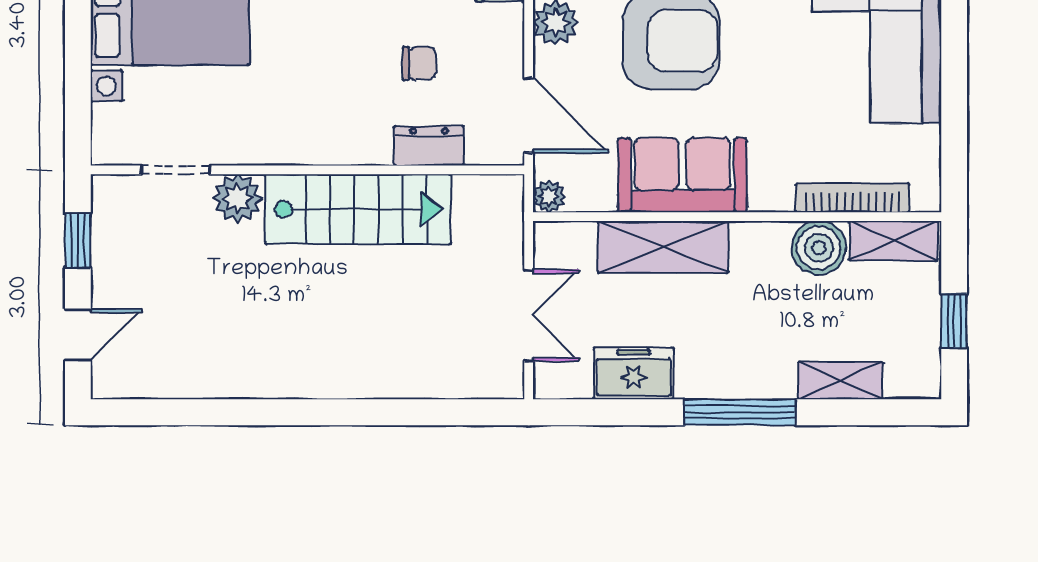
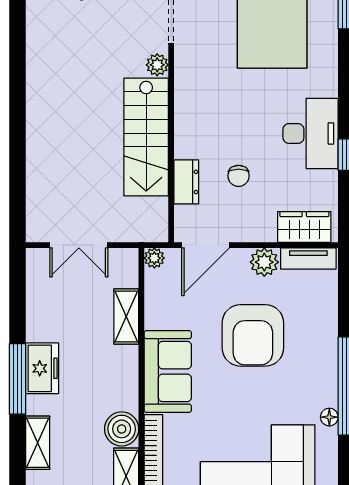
sofa: (683, 175) -> (168, 371), moved
plant: (237, 198) -> (157, 65), width x0.73, depth x0.73
shelving: (663, 247) -> (126, 316), width x0.67, depth x0.75
freezer: (634, 373) -> (42, 368), moved

